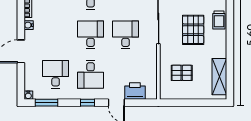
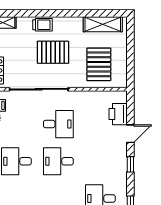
desk: (126, 35) -> (58, 124), turned 180
pallet: (182, 73) -> (99, 64), width x1.50, depth x1.42
desk: (91, 74) -> (100, 161), removed

